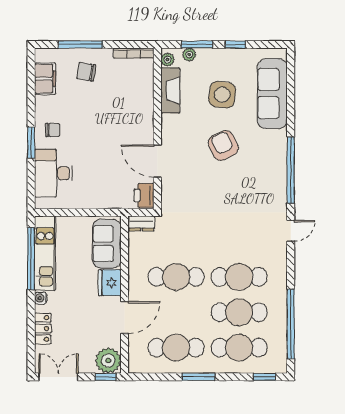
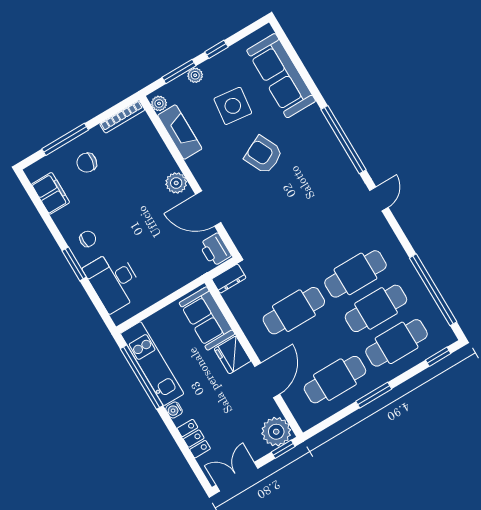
plant: (189, 55) -> (195, 75), moved
plant: (145, 127) -> (176, 183), added

